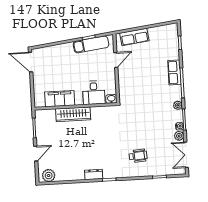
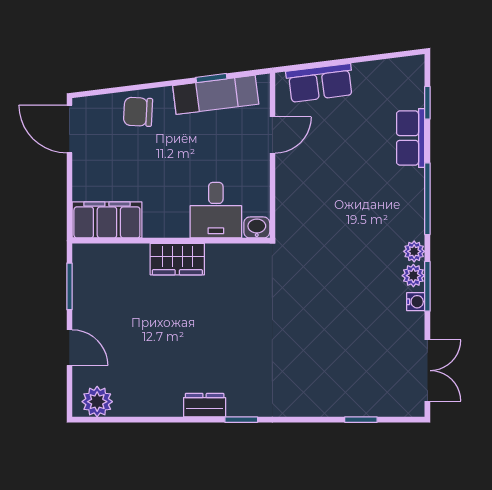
chair: (59, 53) -> (138, 112), added
row of seats: (174, 72) -> (411, 138), moved
filing cabinet: (60, 99) -> (107, 220), moved
wardrobe: (73, 114) -> (177, 259), width x0.67
plant: (179, 136) -> (413, 276), moved
door: (36, 154) -> (69, 348), hinge flipped
double door: (186, 155) -> (427, 371), swing flipped
wheelchair: (138, 156) -> (313, 367), removed

